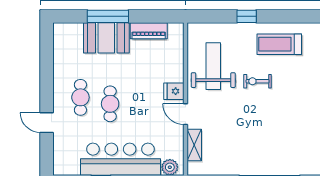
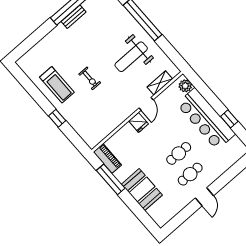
window: (108, 16) -> (111, 179), moved
piano: (149, 31) -> (107, 158), moved
weight bench: (213, 66) -> (131, 57), moved
door: (47, 123) -> (204, 197), moved

